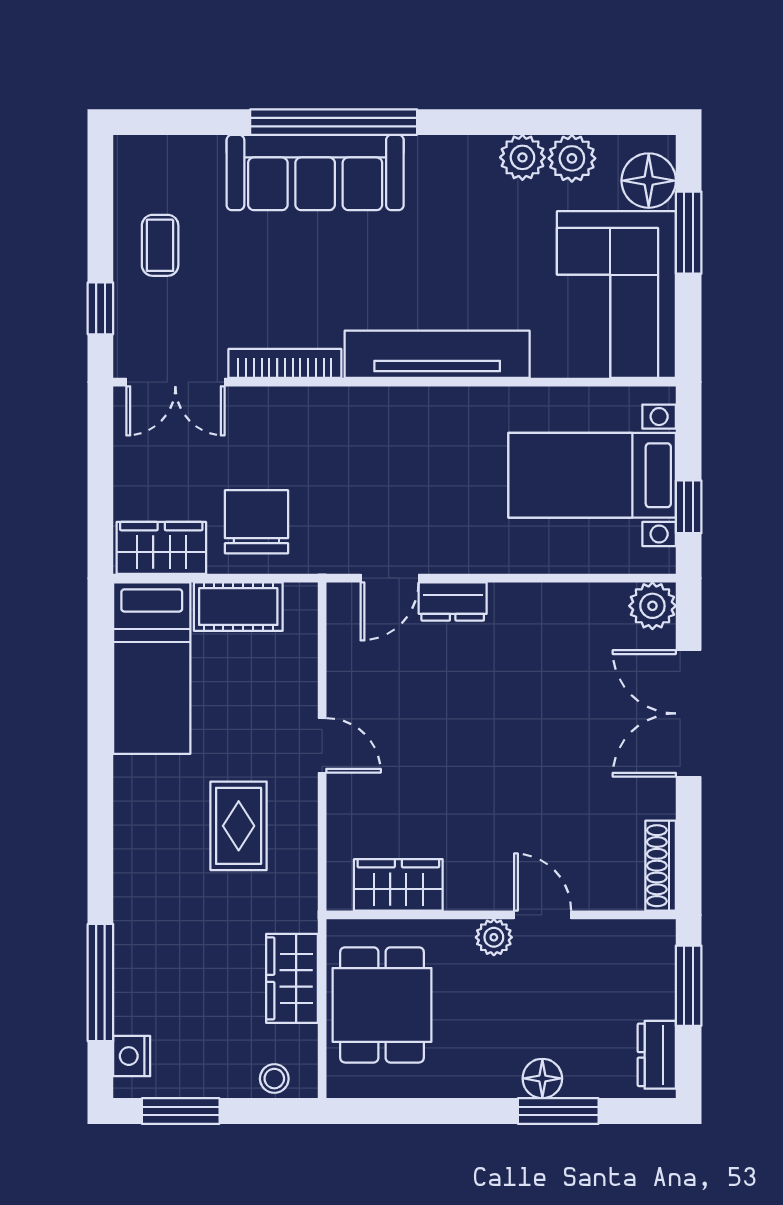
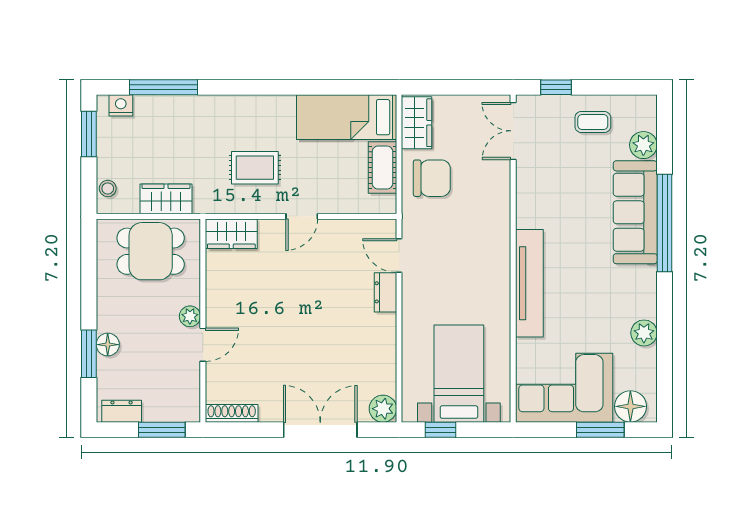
plant: (572, 158) -> (643, 145), moved
bookcase: (285, 363) -> (524, 195), removed
wardrobe: (398, 885) -> (231, 234), moved, turned 90

